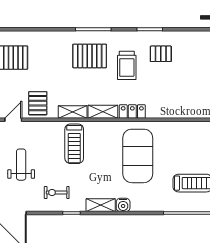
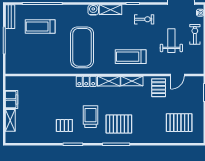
treadmill: (74, 144) -> (131, 57), turned -90
weight bench: (21, 165) -> (171, 41), turned 180

